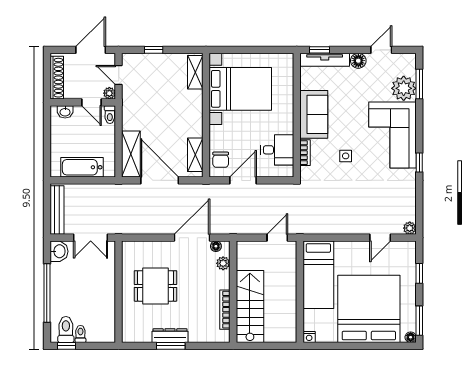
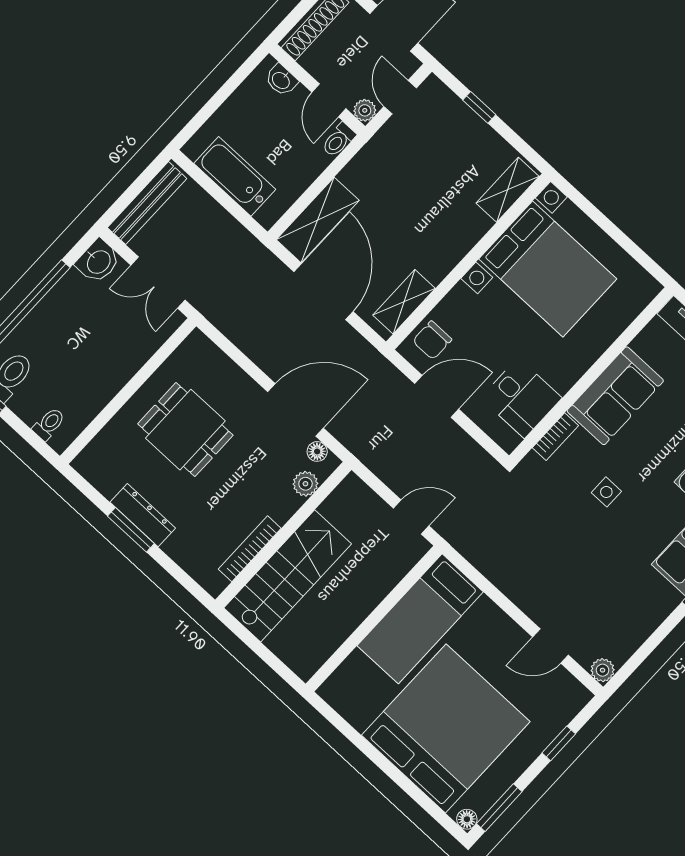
toilet: (80, 334) -> (49, 424), moved
nightstand: (309, 337) -> (330, 692), removed

